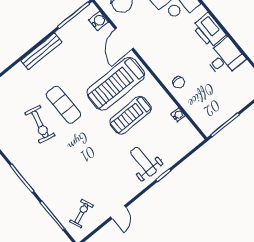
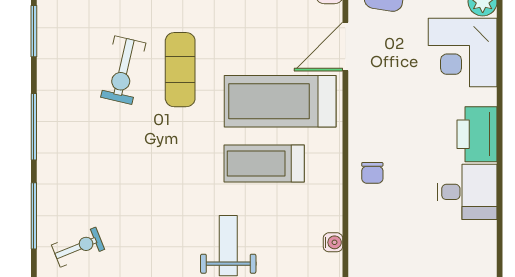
water cooler: (178, 115) -> (333, 242), moved

